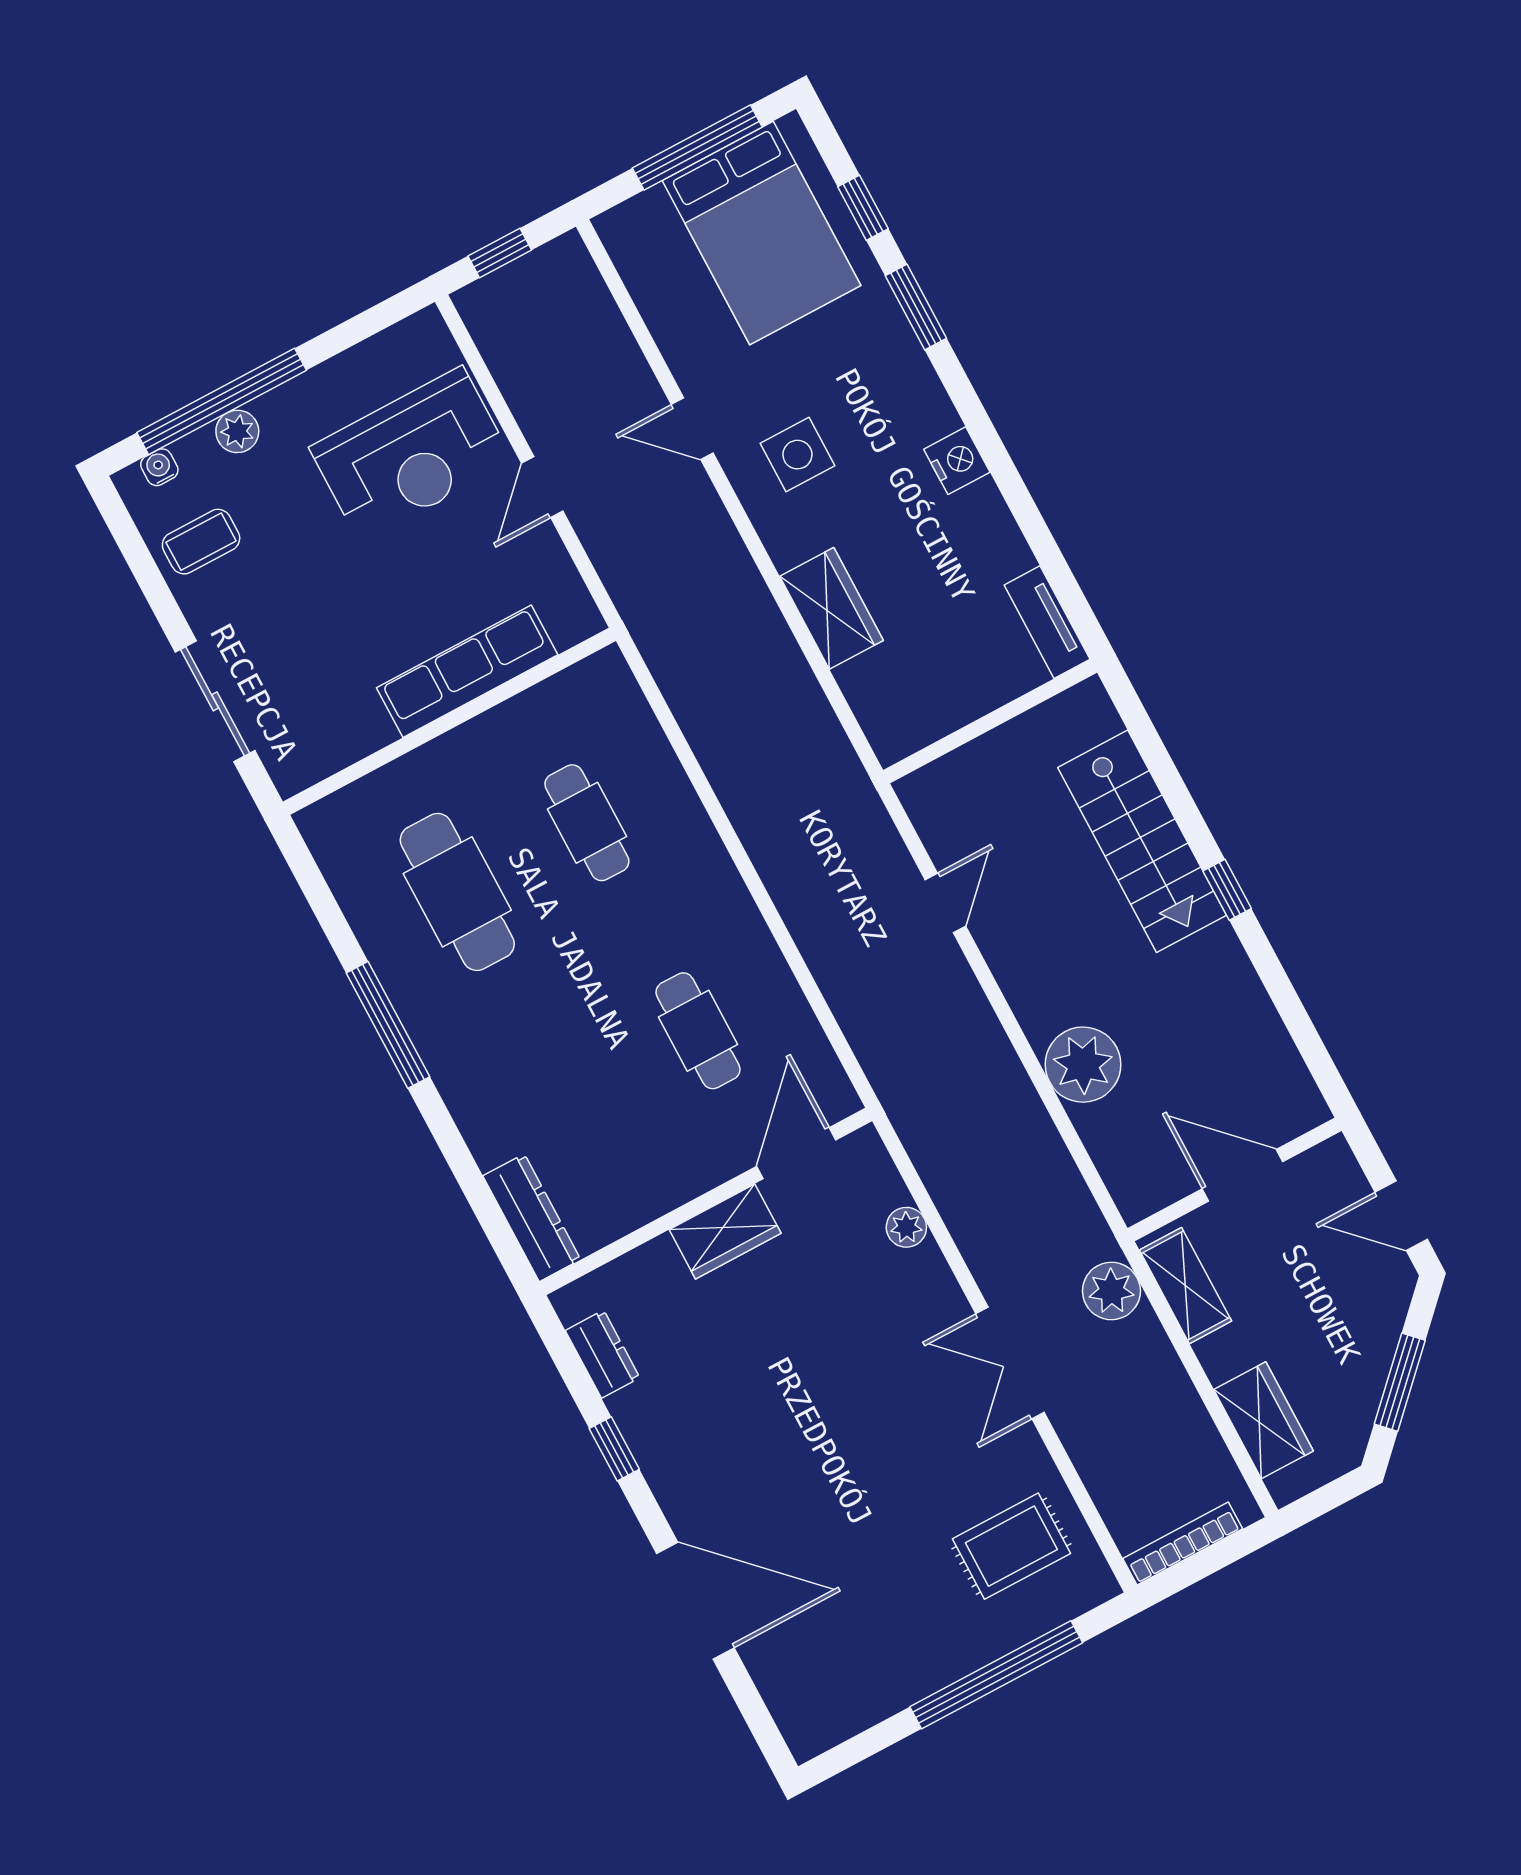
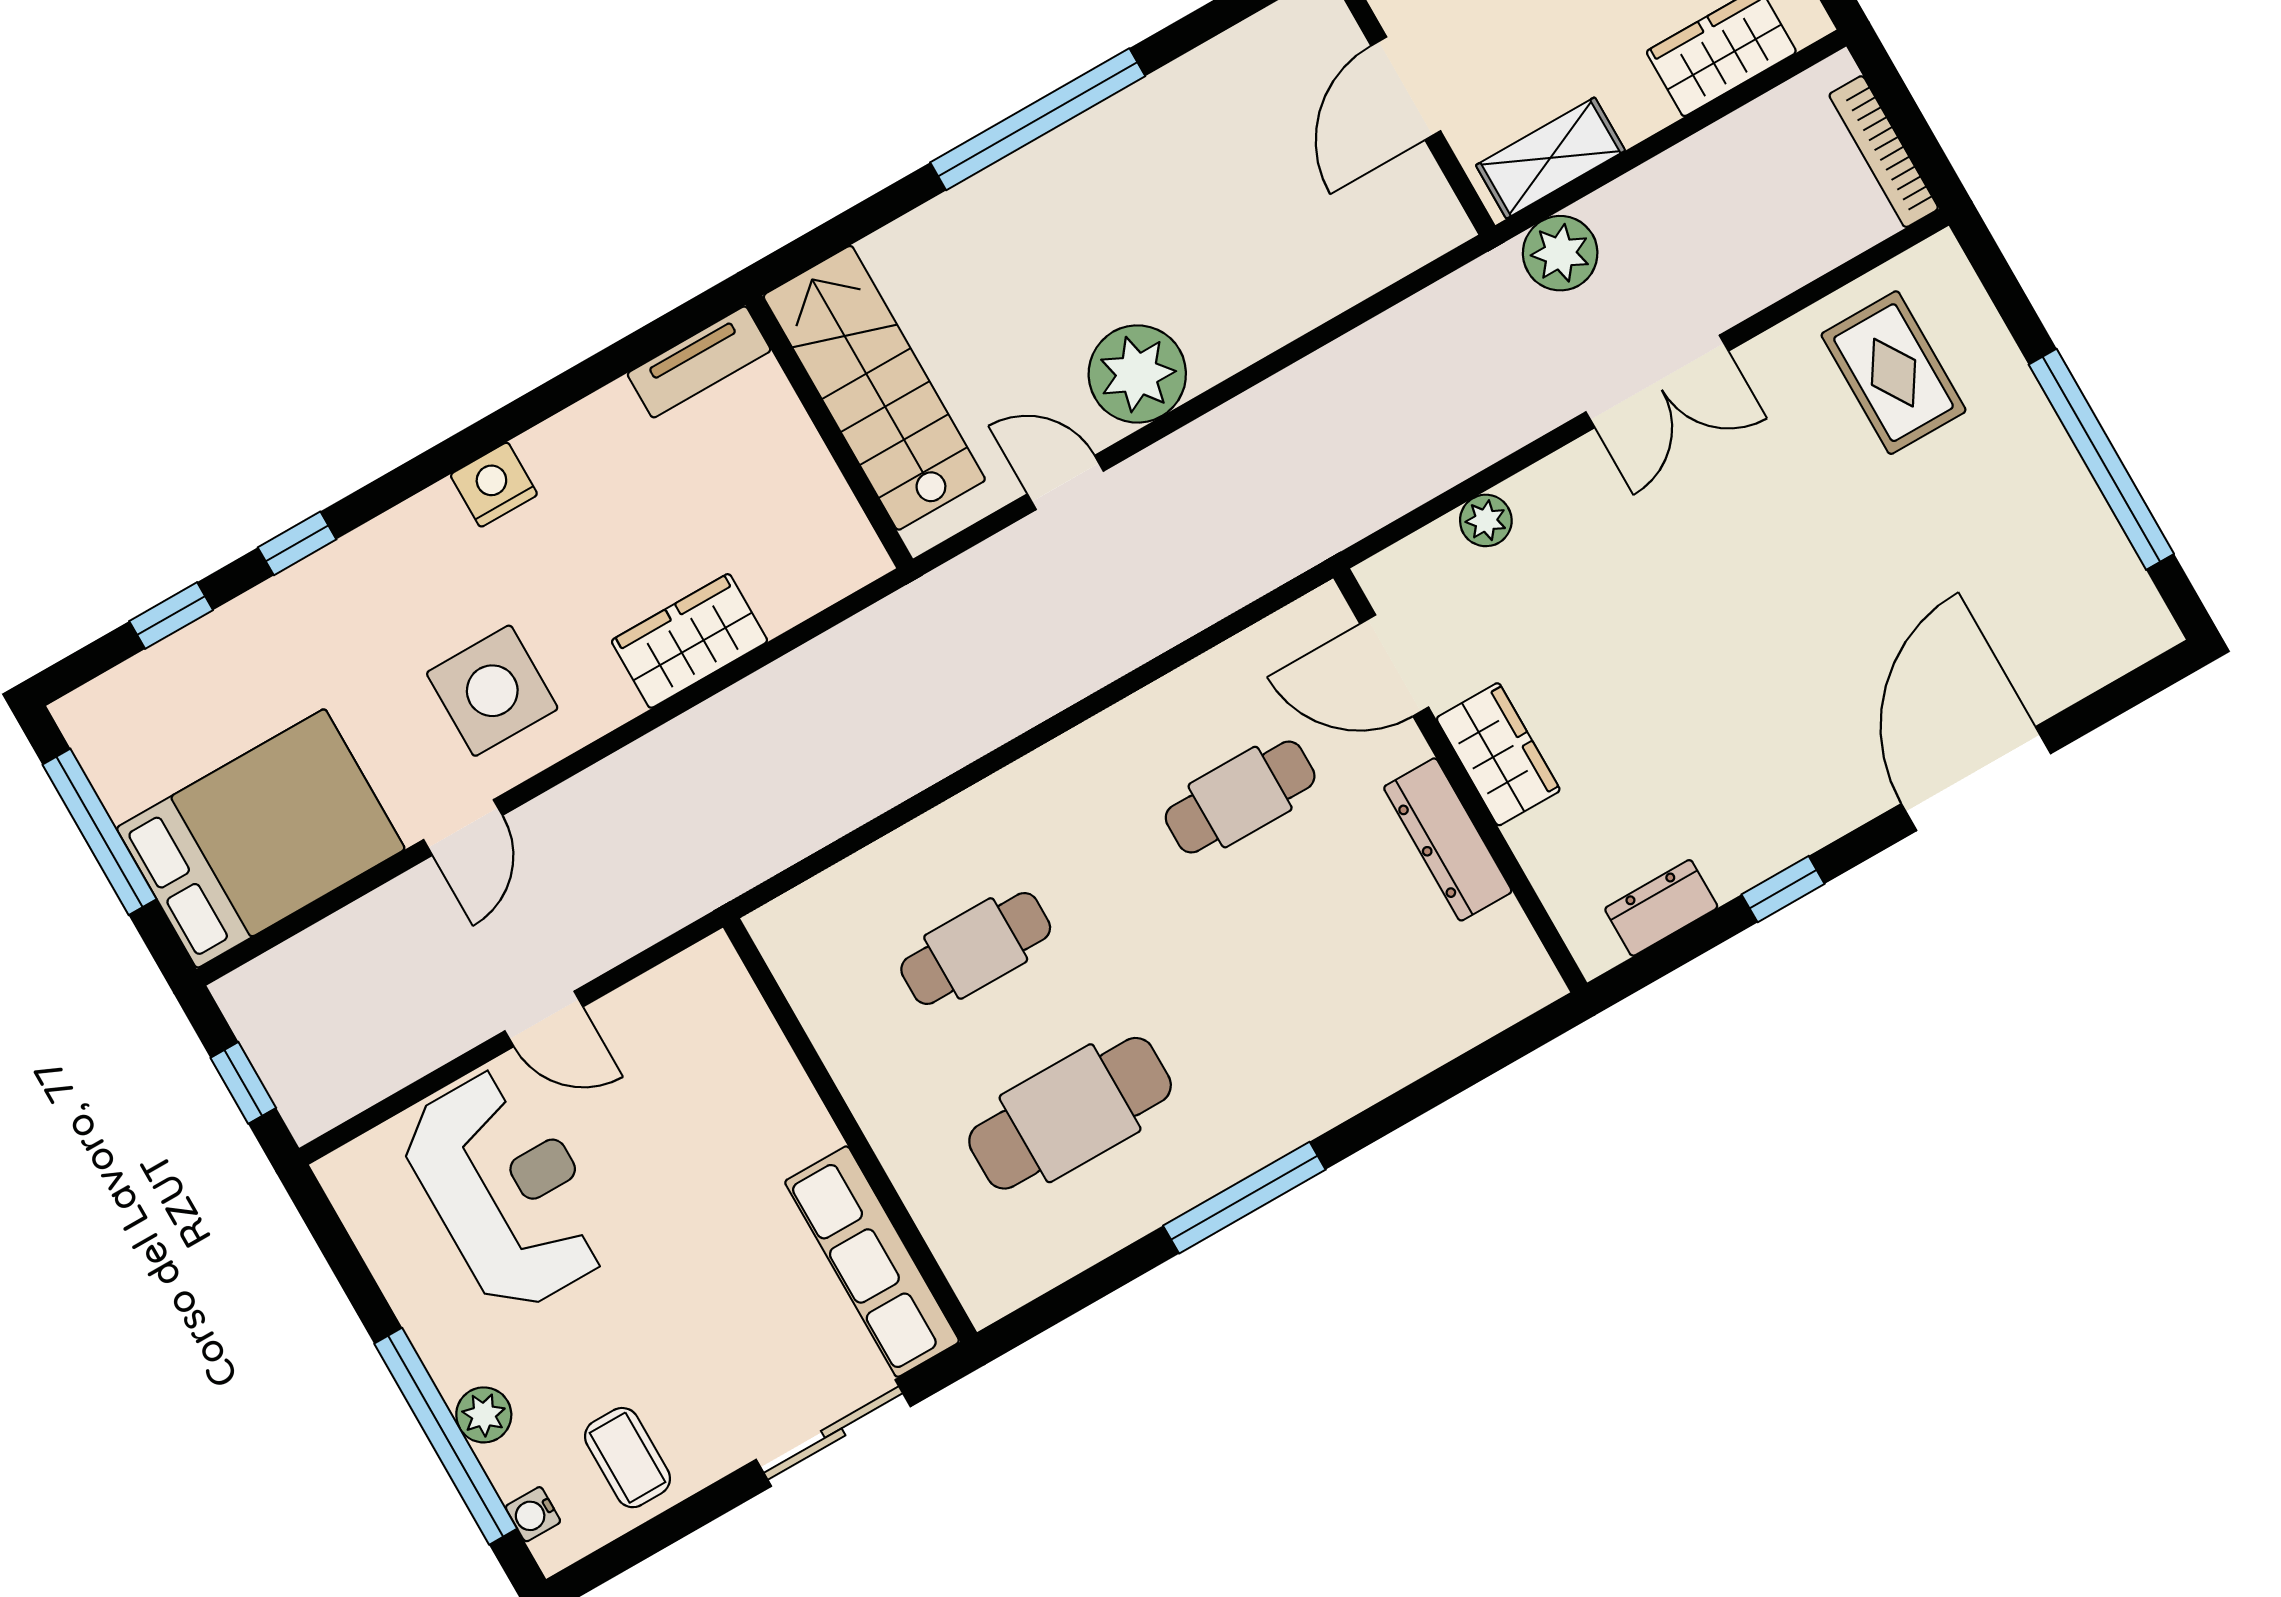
bed: (762, 233) -> (261, 838), moved
window: (916, 307) -> (297, 543), width x0.67
side table: (797, 455) -> (492, 691), width x1.37, depth x1.37
row of seats: (467, 671) -> (872, 1262), moved
stairs: (1142, 841) -> (874, 388), moved, turned -90
window: (1227, 890) -> (1038, 119), width x3.17
plant: (1083, 1065) -> (1137, 374), moved
dresser: (532, 1218) -> (1448, 839), moved, turned -90
window: (996, 1675) -> (2101, 459), moved

